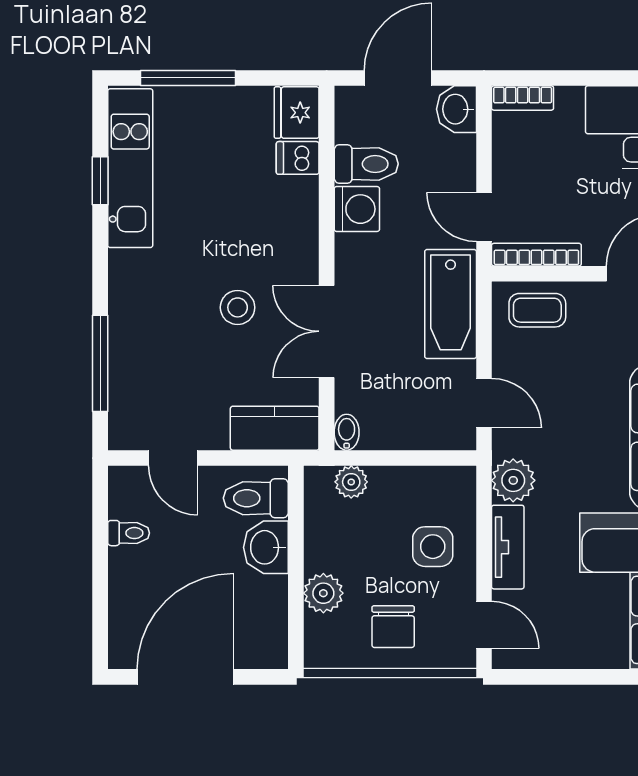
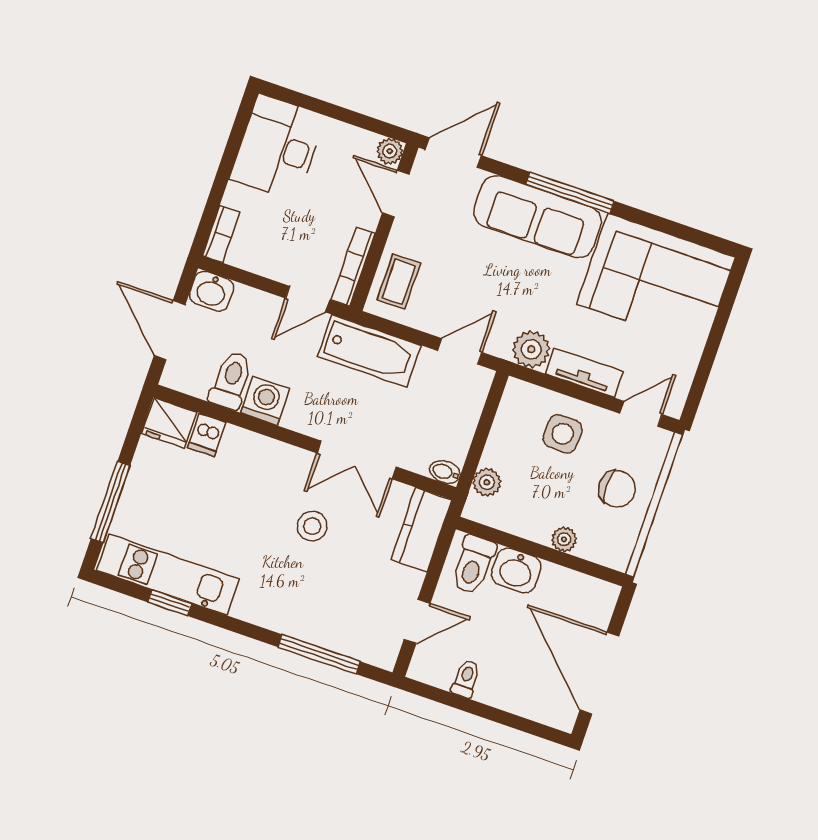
plant: (323, 593) -> (564, 539), width x0.73, depth x0.73

